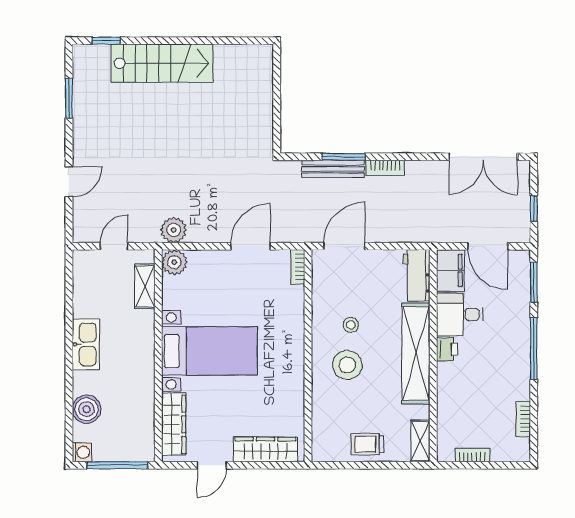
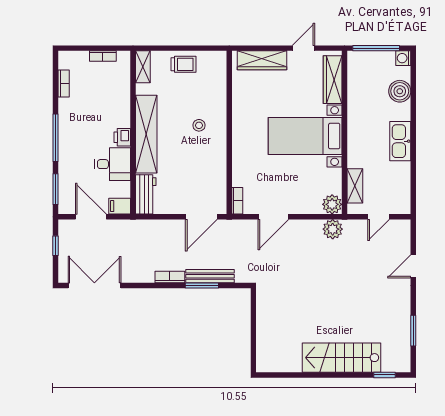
filing cabinet: (450, 270) -> (120, 206), width x0.50
stool: (351, 325) -> (196, 156), removed
stool: (347, 365) -> (199, 125), width x0.53, depth x0.53

